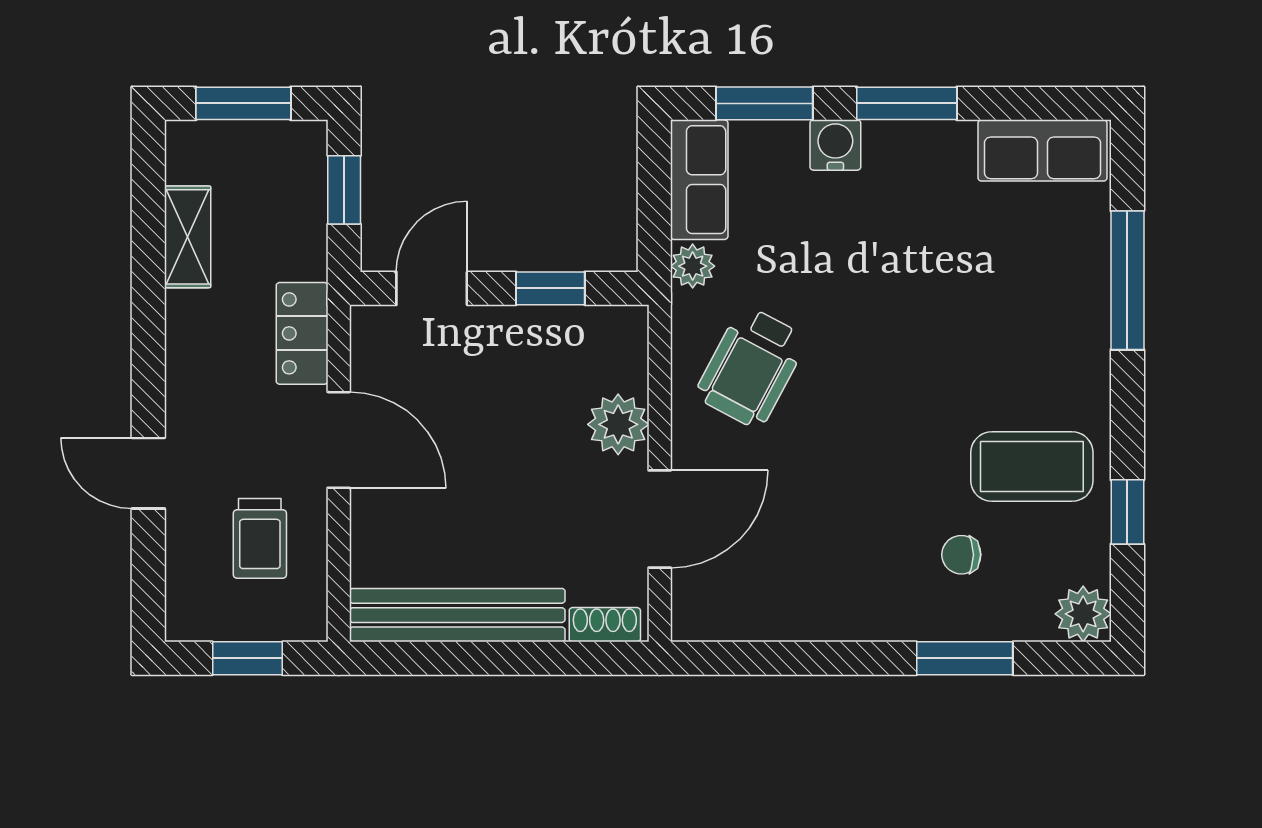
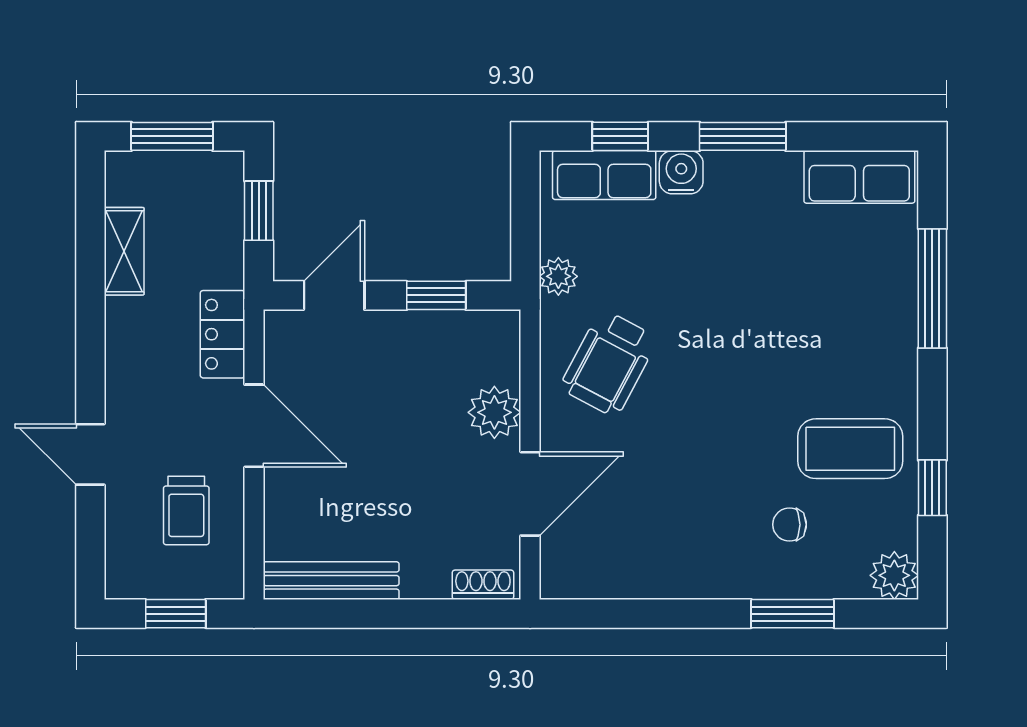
window: (764, 103) -> (620, 136), width x0.67
row of seats: (699, 180) -> (604, 175), moved, turned 90
bench: (457, 615) -> (331, 581), width x0.73, depth x0.82

